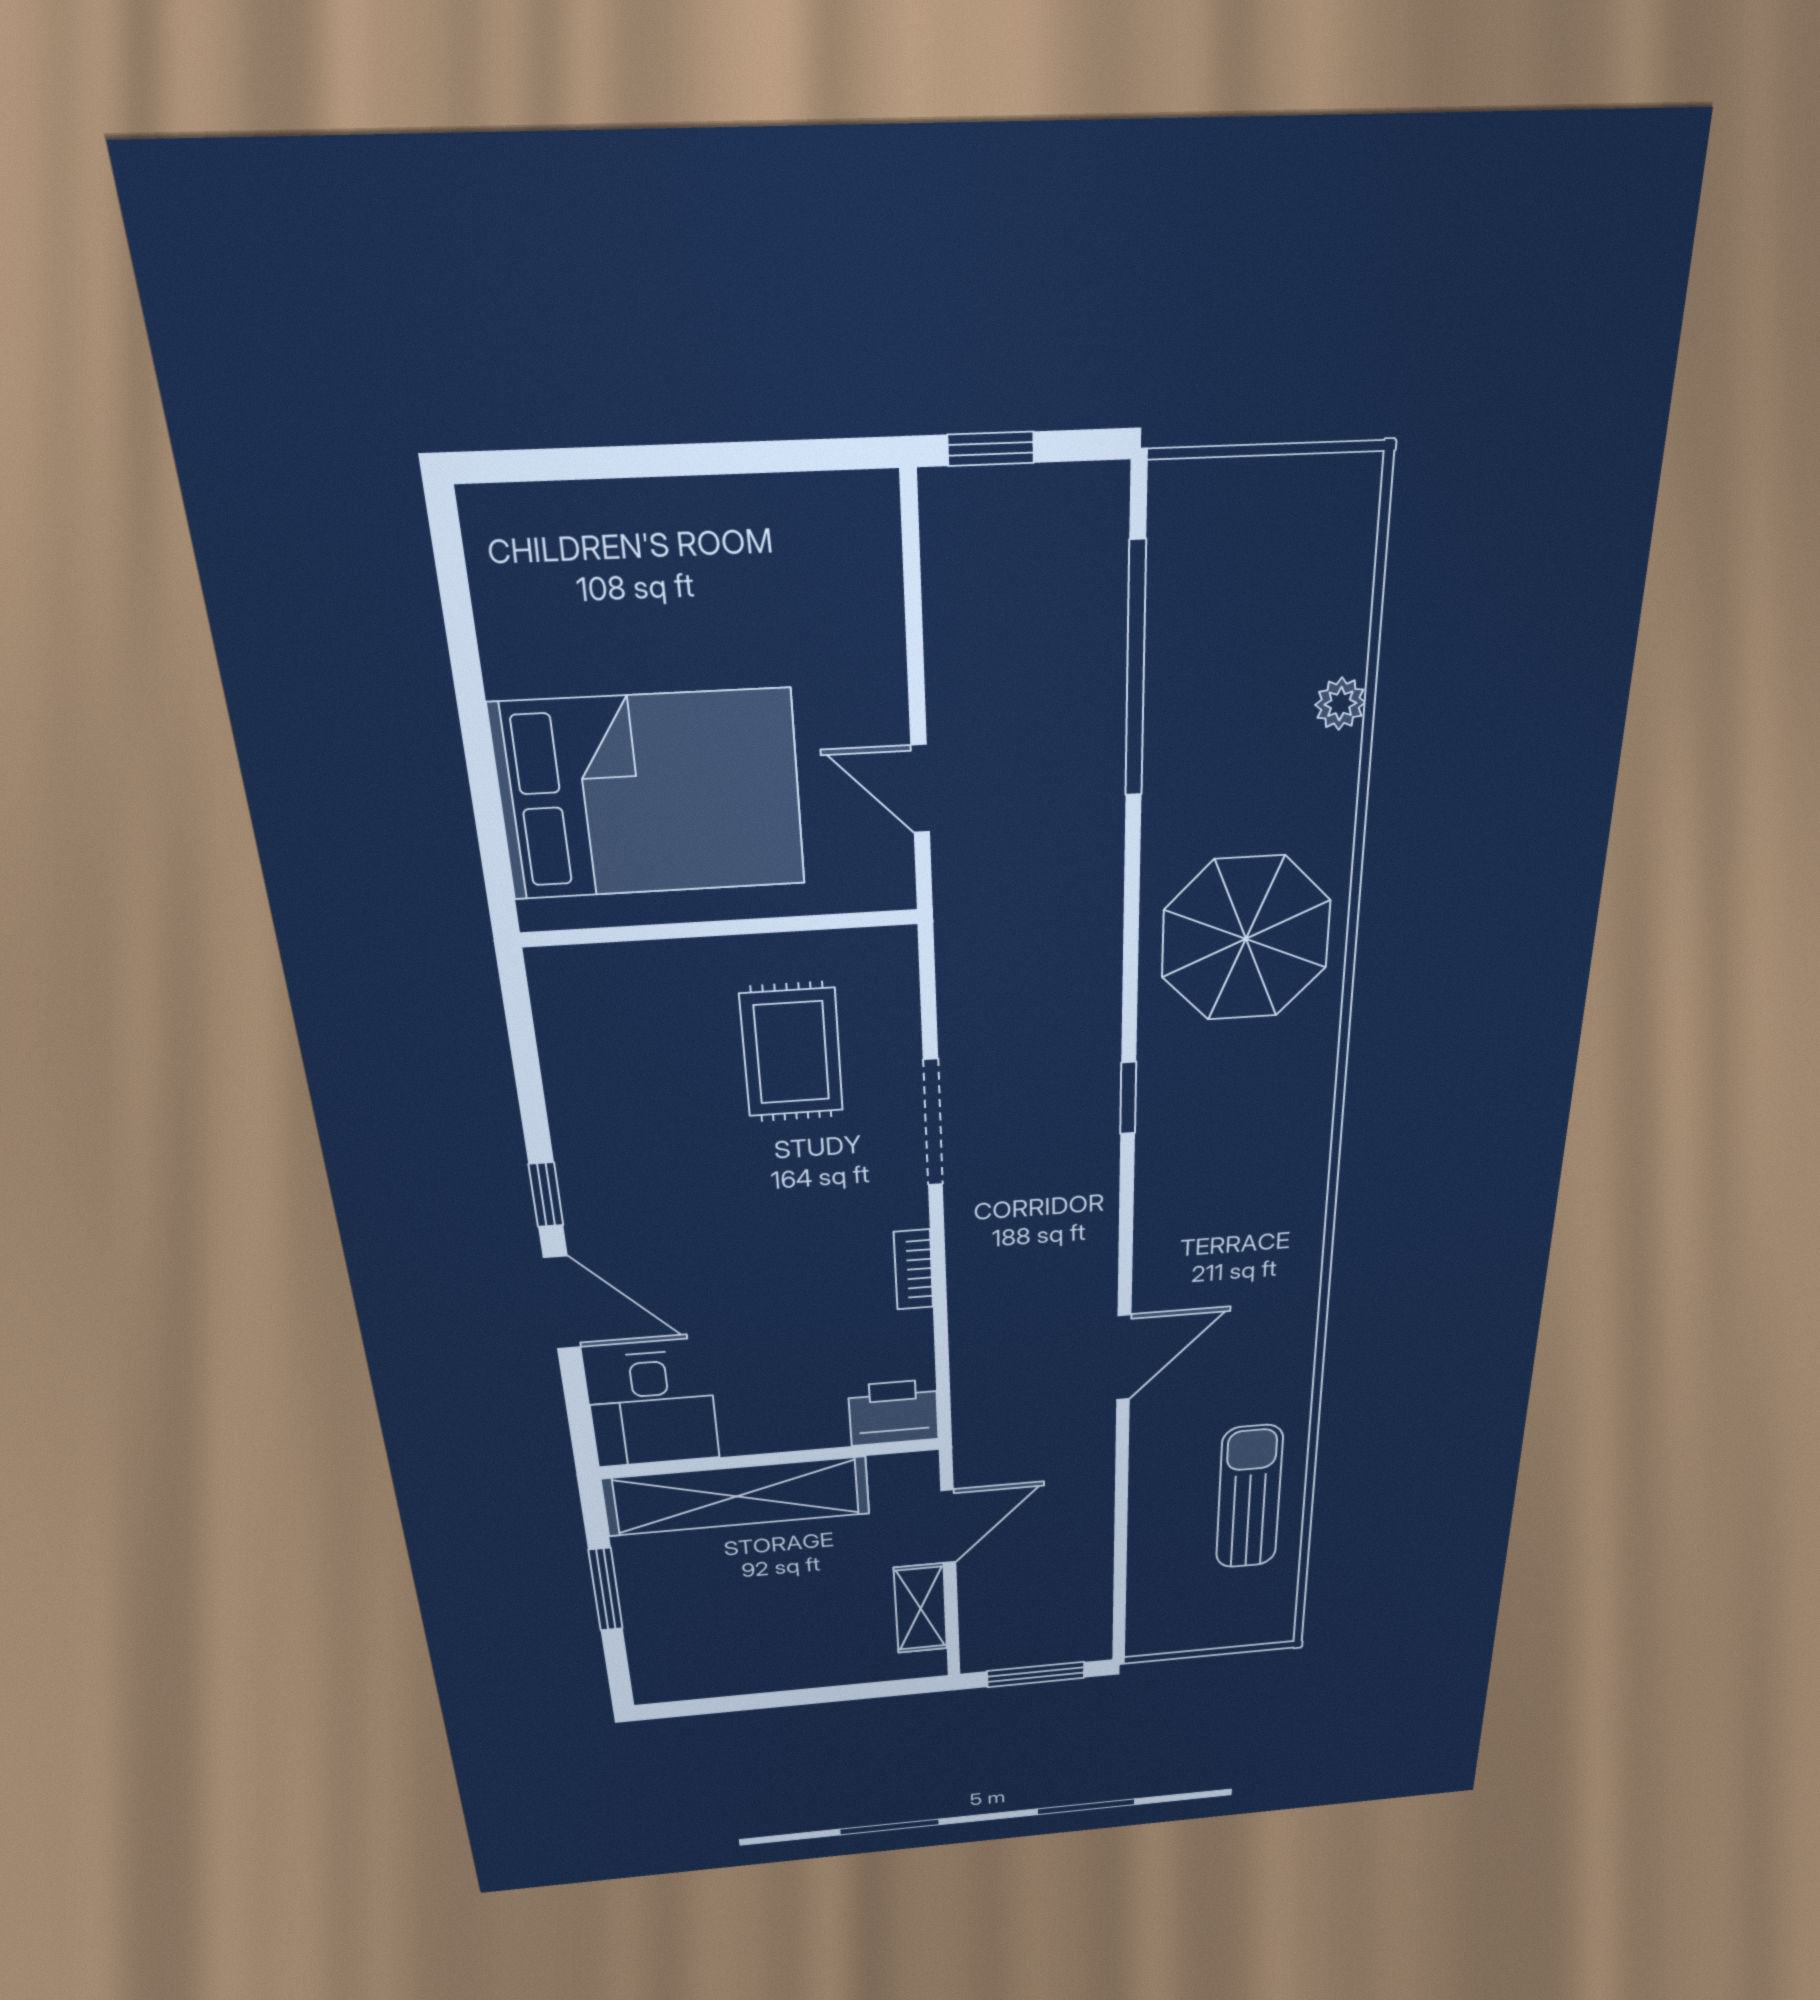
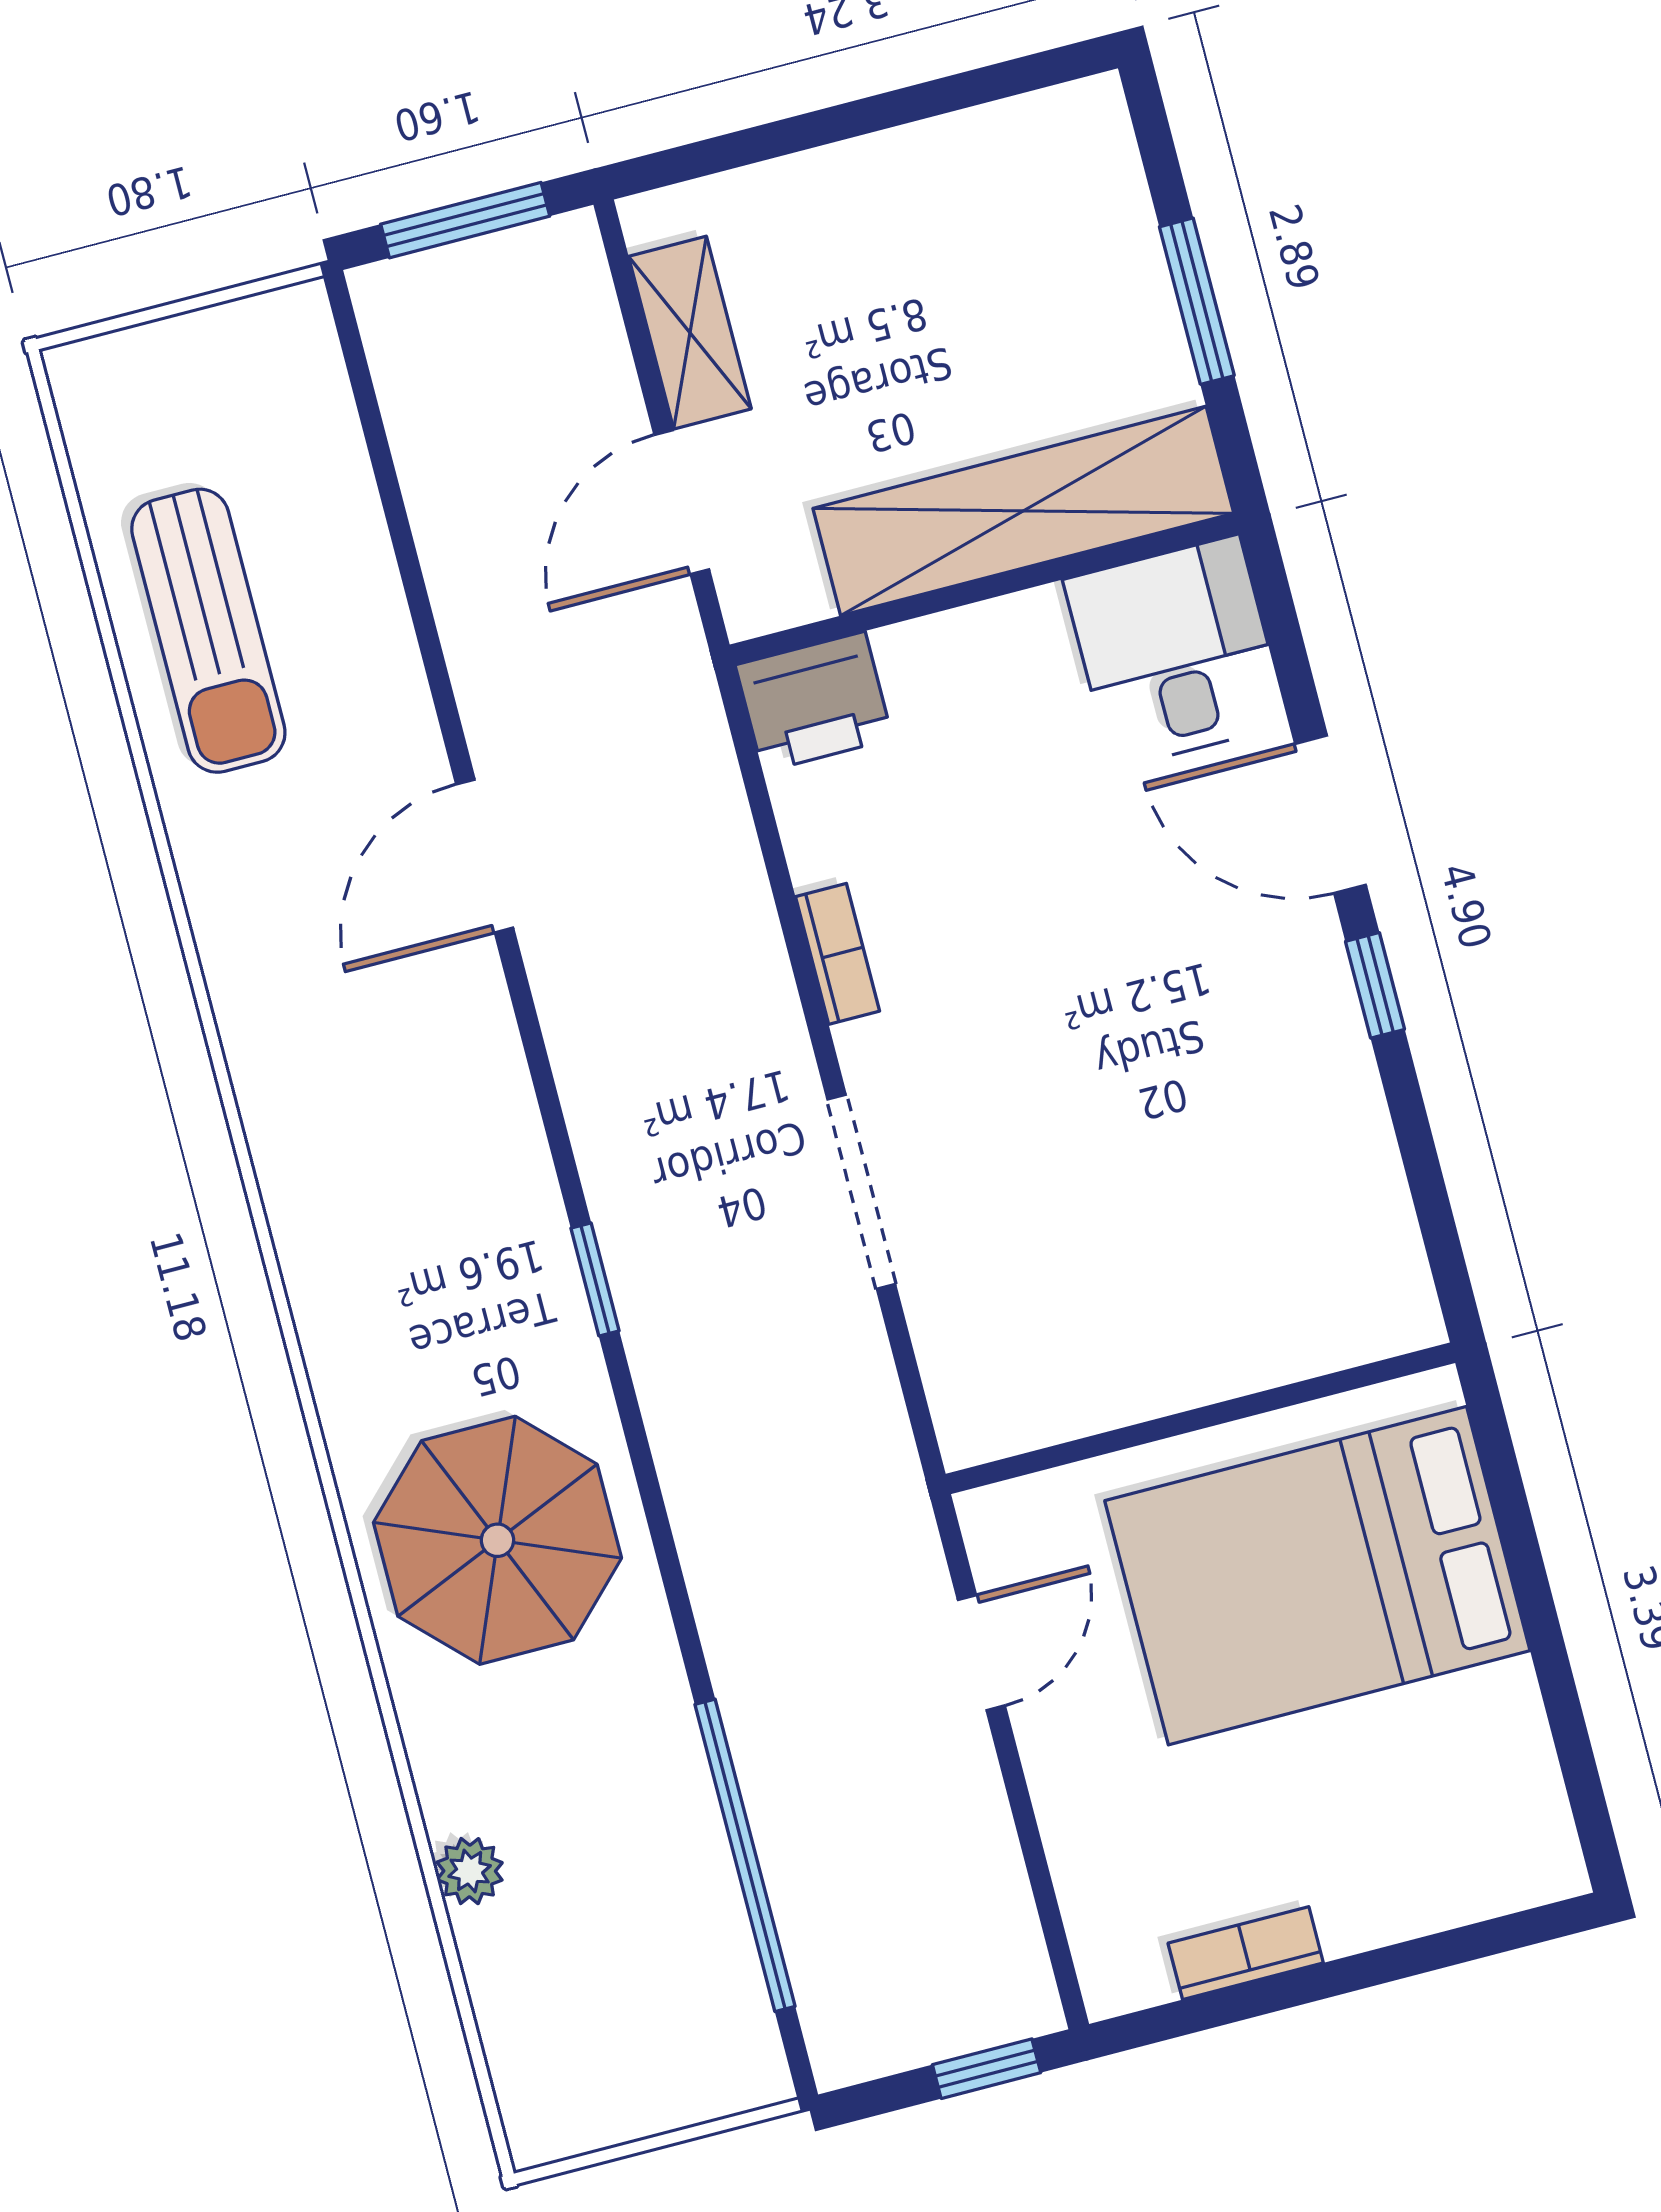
bookcase: (758, 499) -> (1246, 1953), added
door: (920, 789) -> (981, 1653), hinge flipped
rug: (792, 1052) -> (1077, 1261), removed

